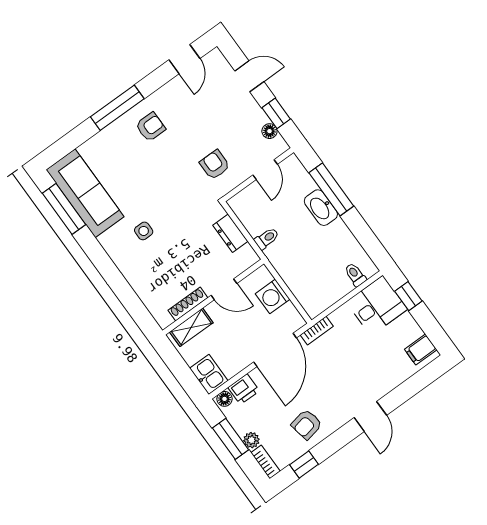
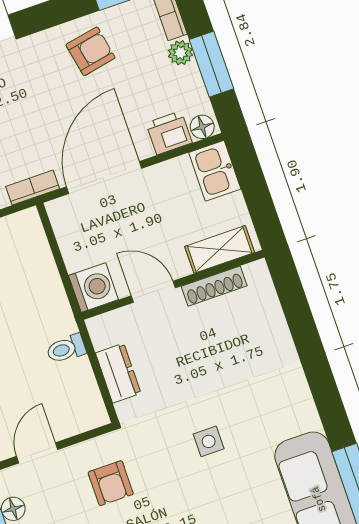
side table: (144, 231) -> (209, 441), moved
washing machine: (273, 296) -> (93, 288), moved

